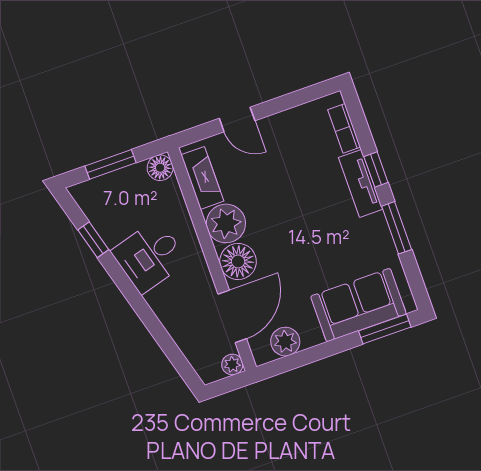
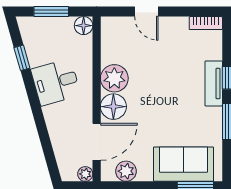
bookcase: (344, 128) -> (206, 23), moved, turned -90
fireplace: (202, 178) -> (109, 42), removed

